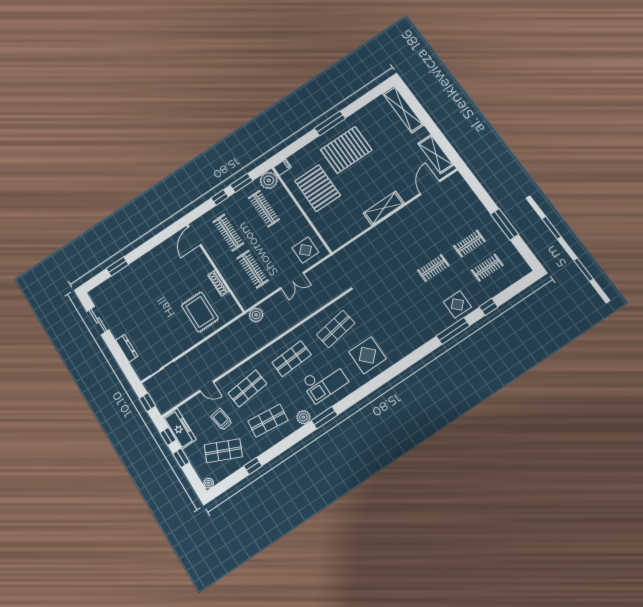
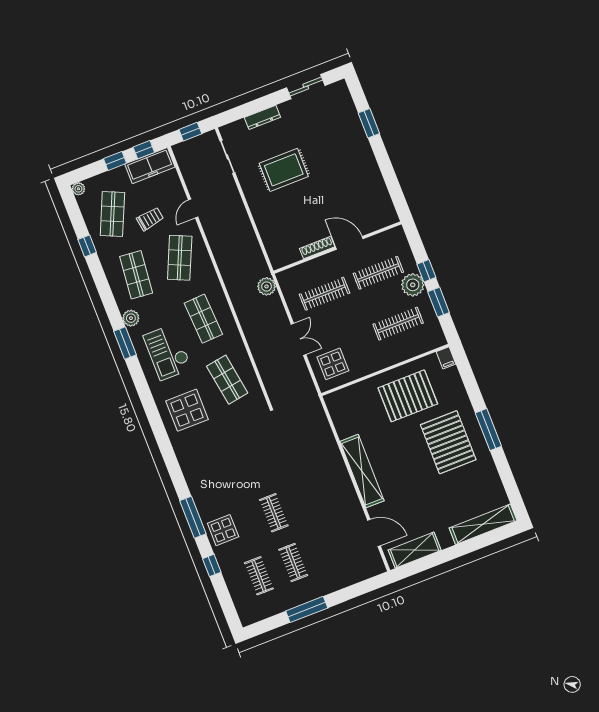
plant: (269, 180) -> (413, 285), moved
shelving: (384, 208) -> (362, 471), width x1.47
door: (194, 236) -> (349, 243), moved
double door: (292, 281) -> (299, 339), swing flipped
rug: (200, 312) -> (284, 170), moved
shop shelf: (247, 388) -> (180, 258), turned 30

